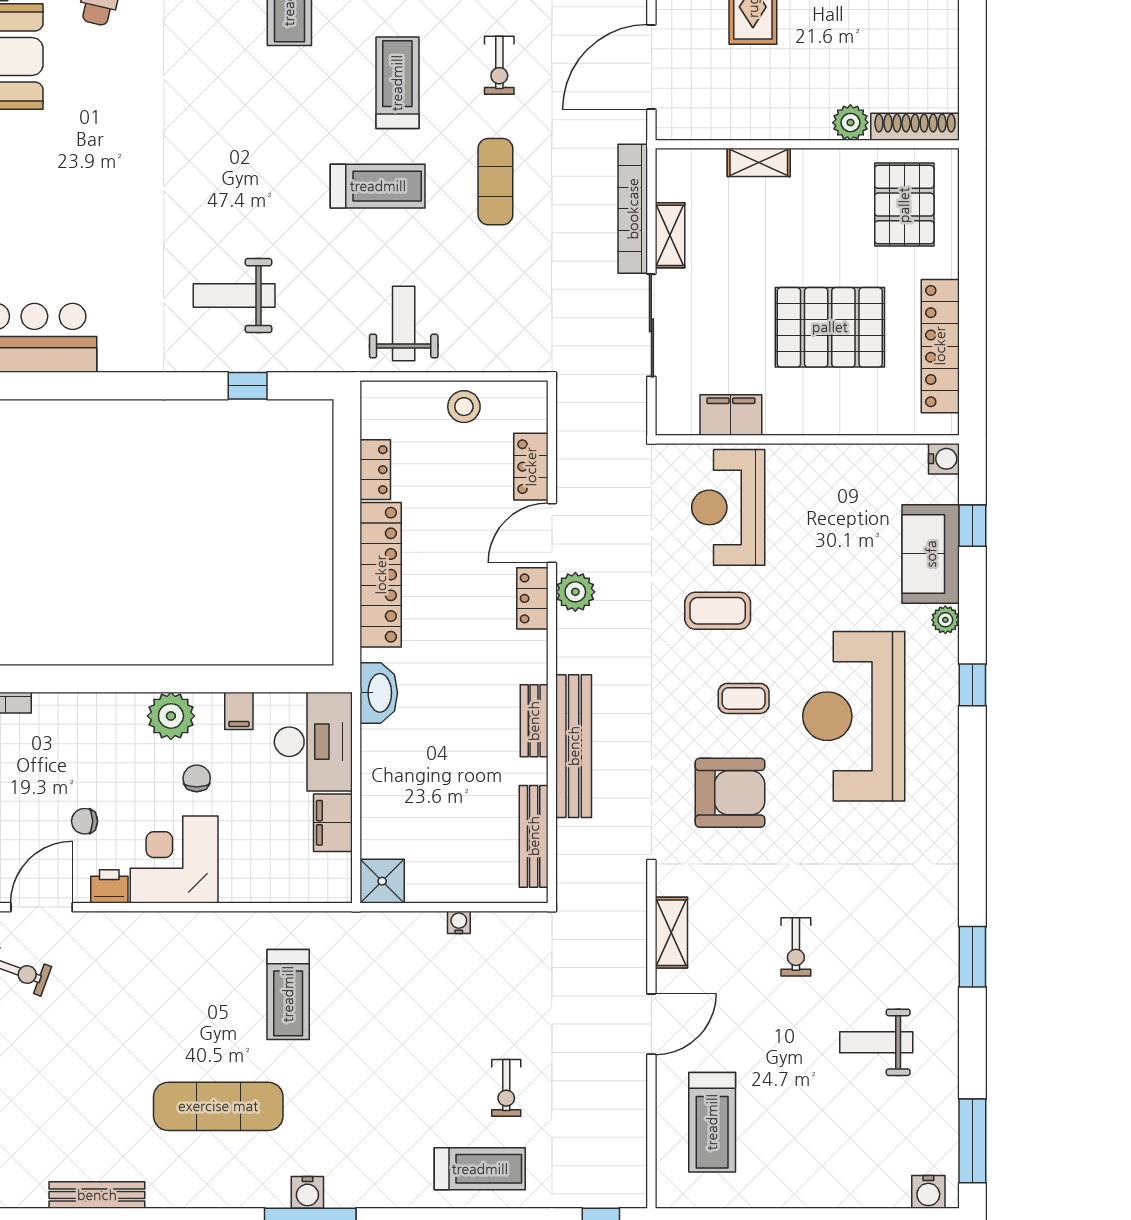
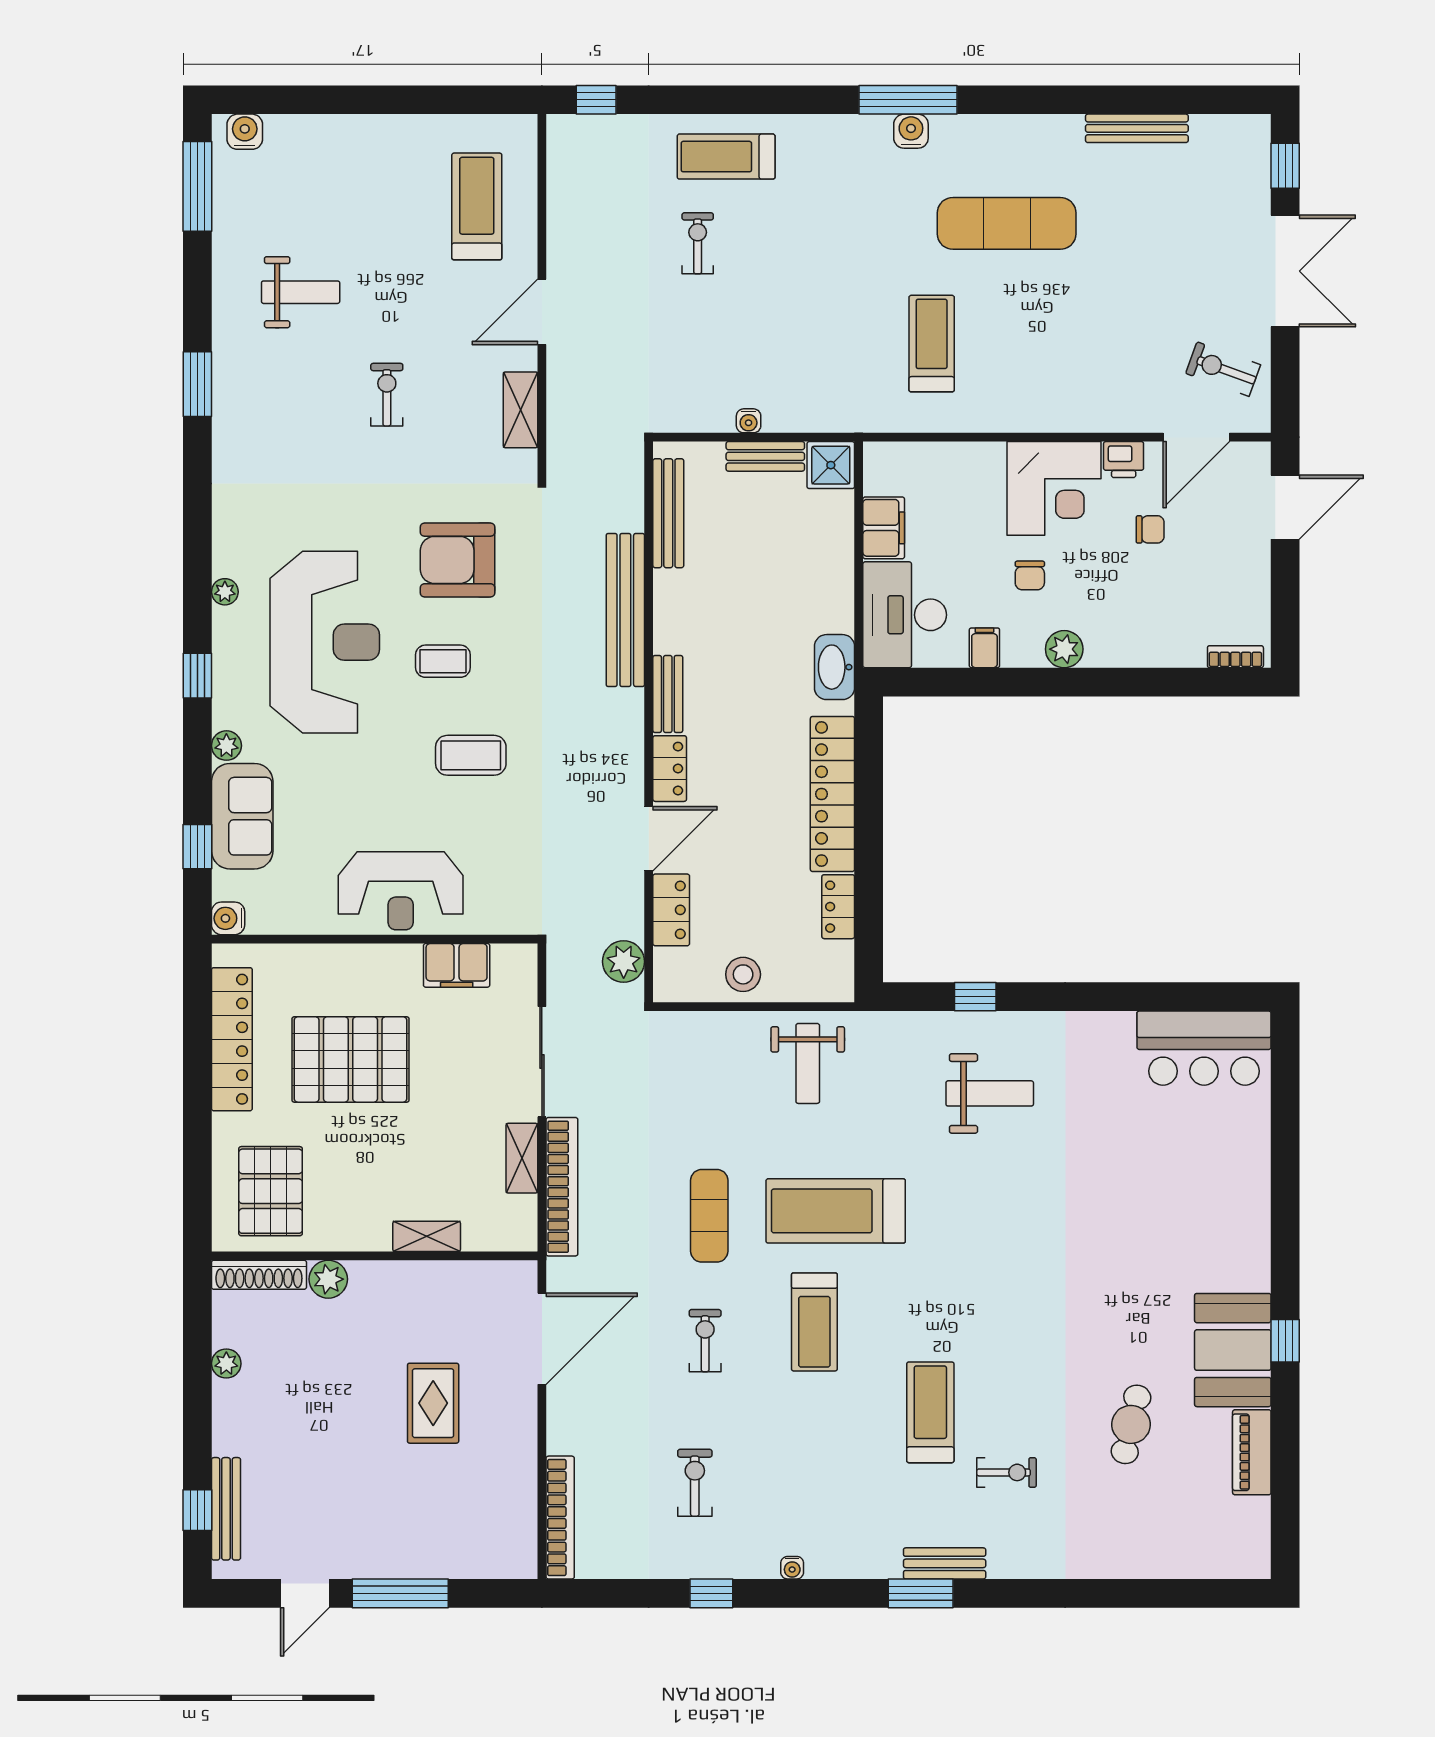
plant: (946, 44) -> (226, 1364), added
treadmill: (378, 186) -> (836, 1211), width x1.37, depth x1.38
reception desk: (728, 507) -> (401, 891), moved, turned 90
plant: (575, 592) -> (624, 962), moved
plant: (171, 716) -> (1064, 649), width x0.73, depth x0.73
bench: (534, 721) -> (668, 694), moved
plant: (947, 763) -> (225, 592), added
bench: (443, 889) -> (765, 456), added

